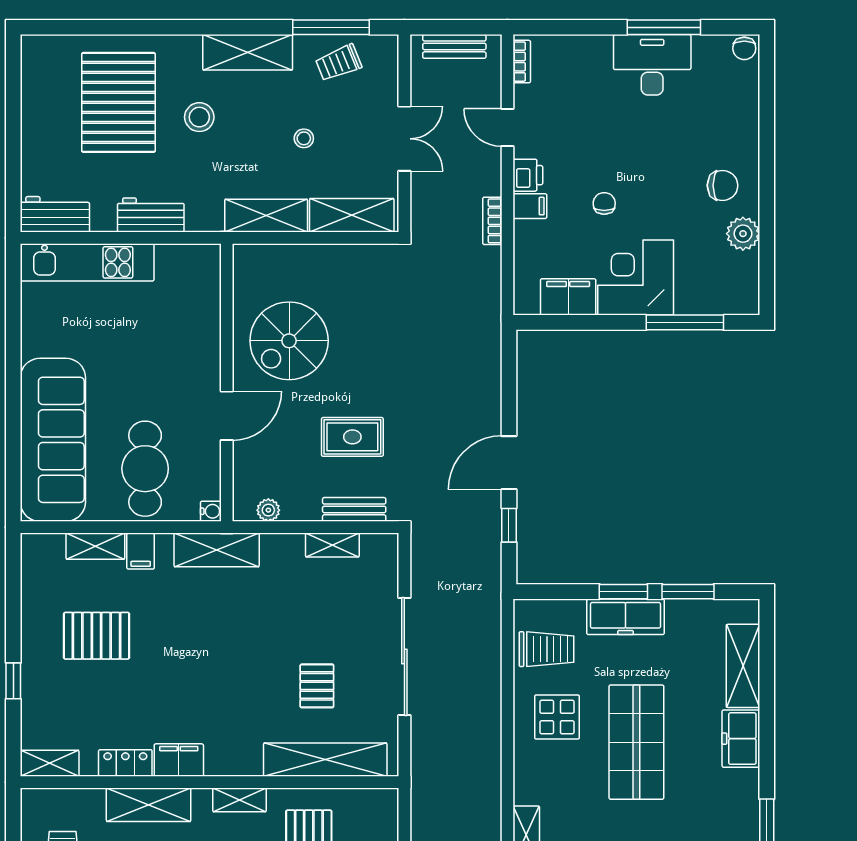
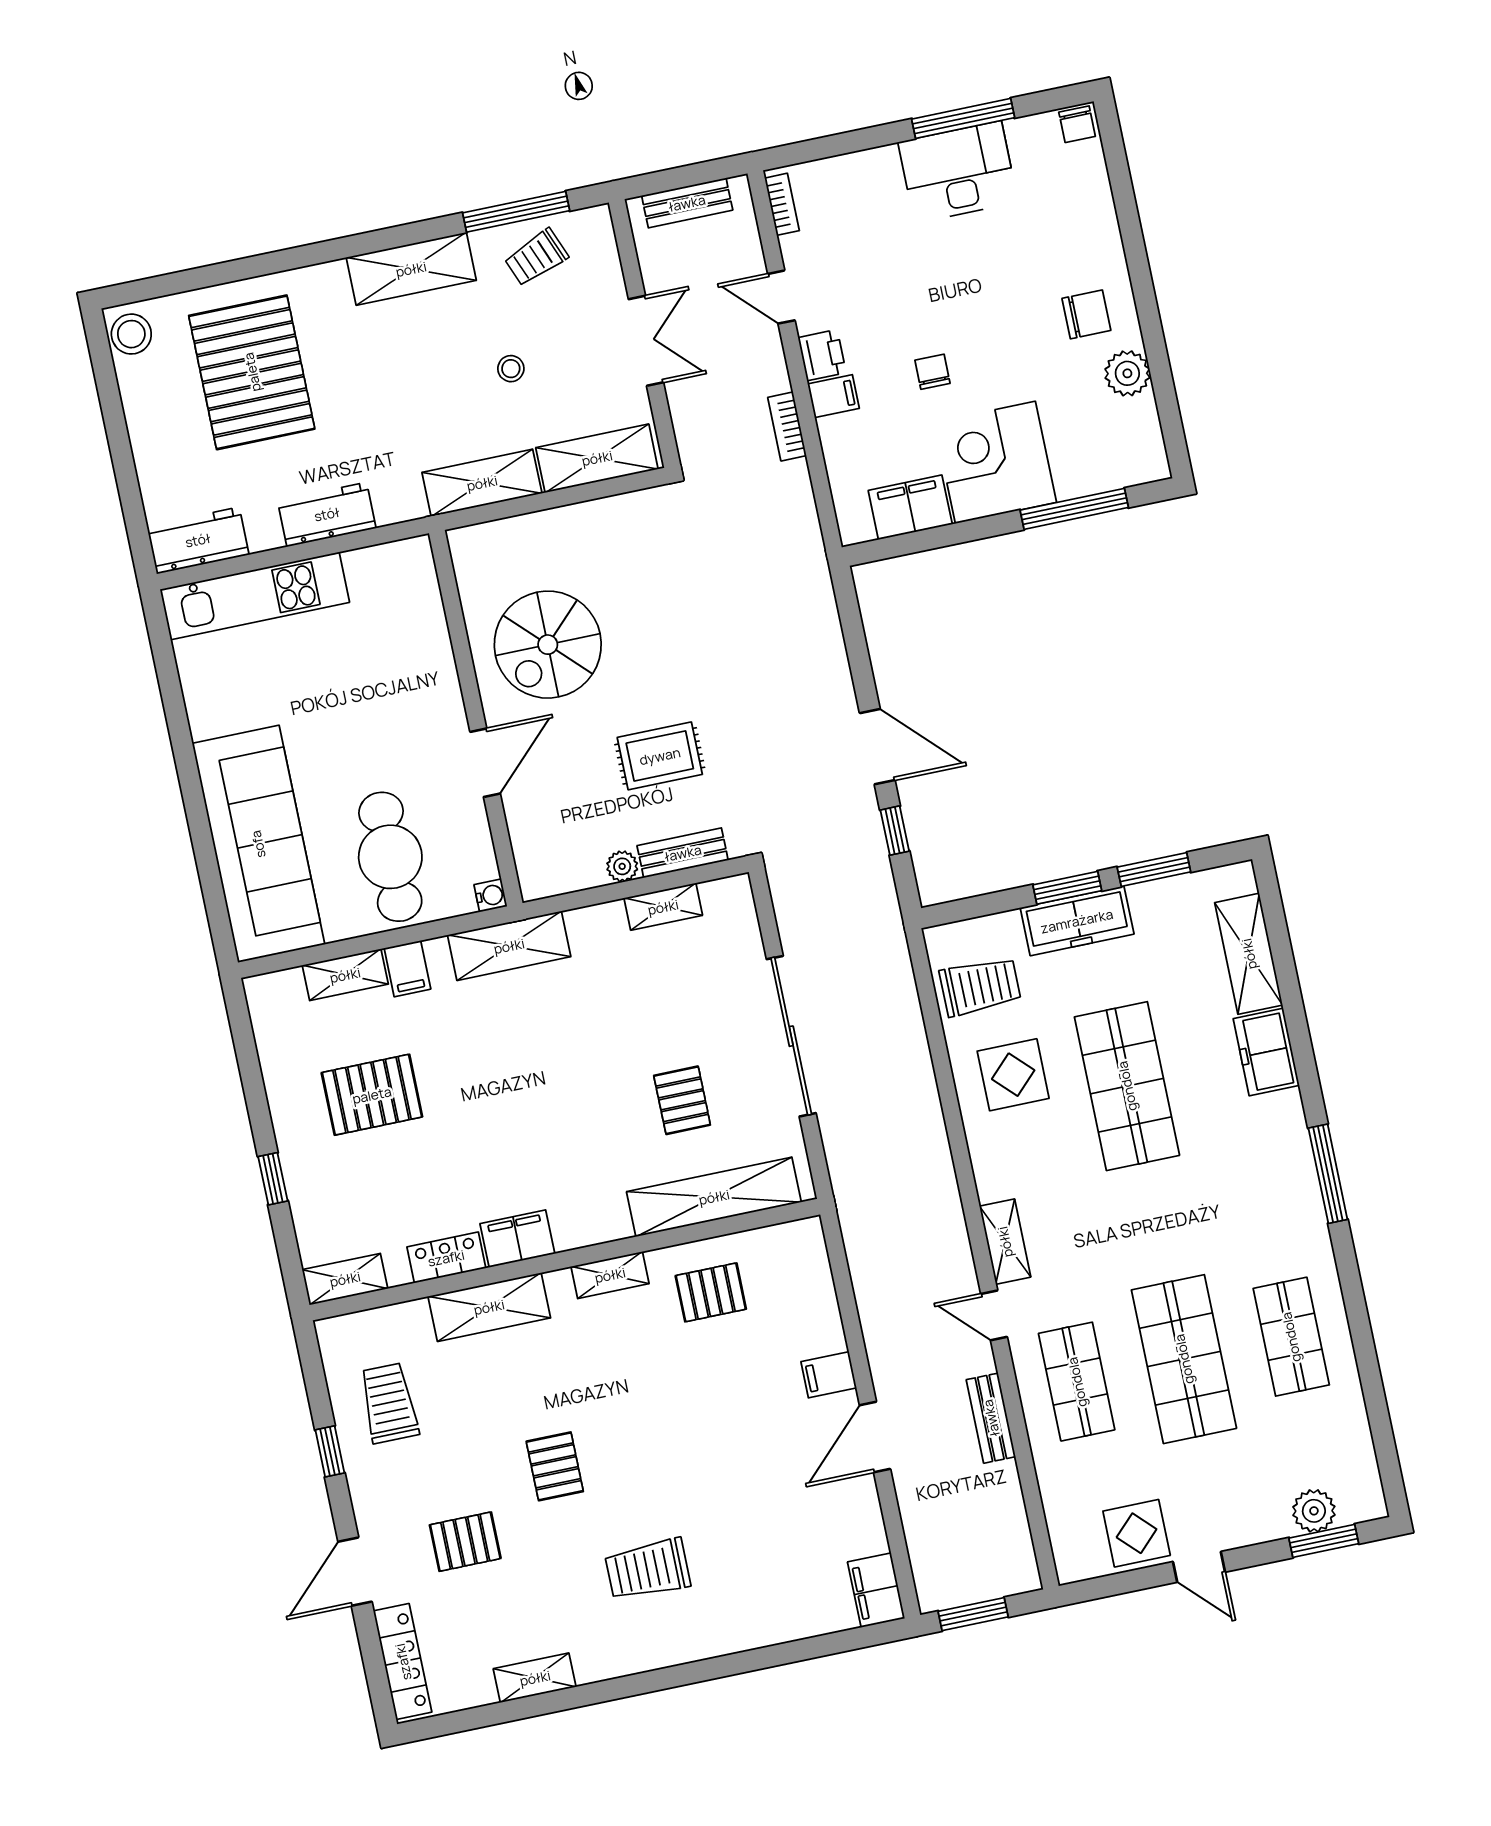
stool: (199, 117) -> (131, 334), moved
door: (509, 463) -> (877, 747), swing flipped
plant: (268, 510) -> (622, 866), moved

